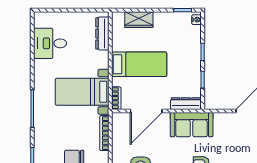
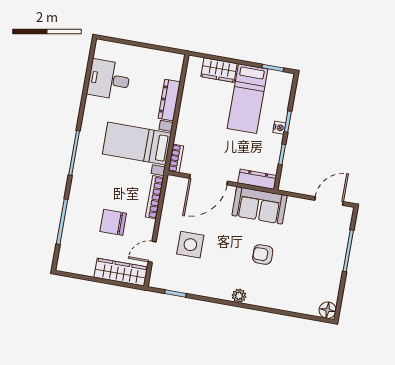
nightstand: (197, 20) -> (279, 128), moved
dresser: (102, 33) -> (169, 100), moved
bed: (139, 64) -> (247, 99), moved, turned 90

